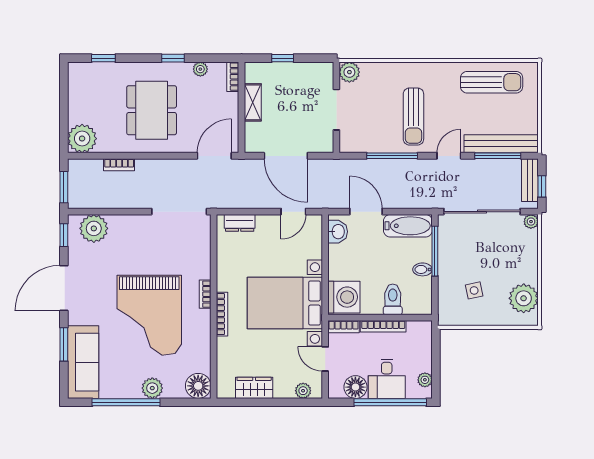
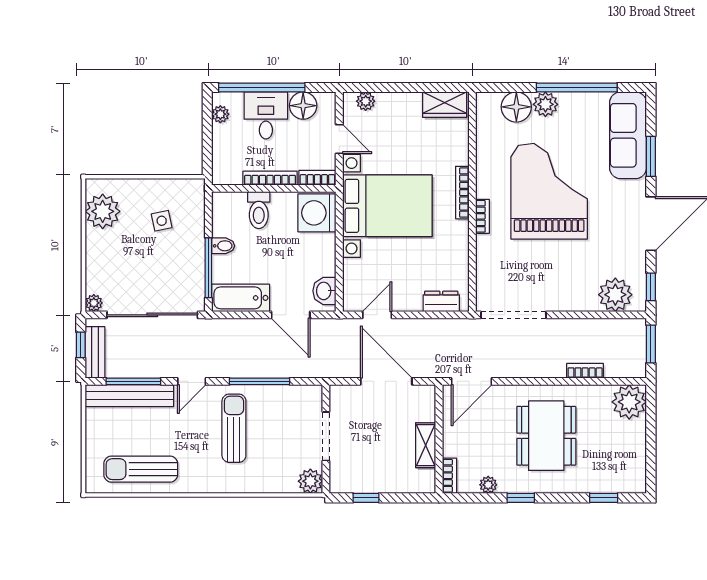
window: (283, 58) -> (366, 498), moved
floor lamp: (198, 386) -> (516, 107), moved
wardrobe: (254, 388) -> (445, 105), moved

